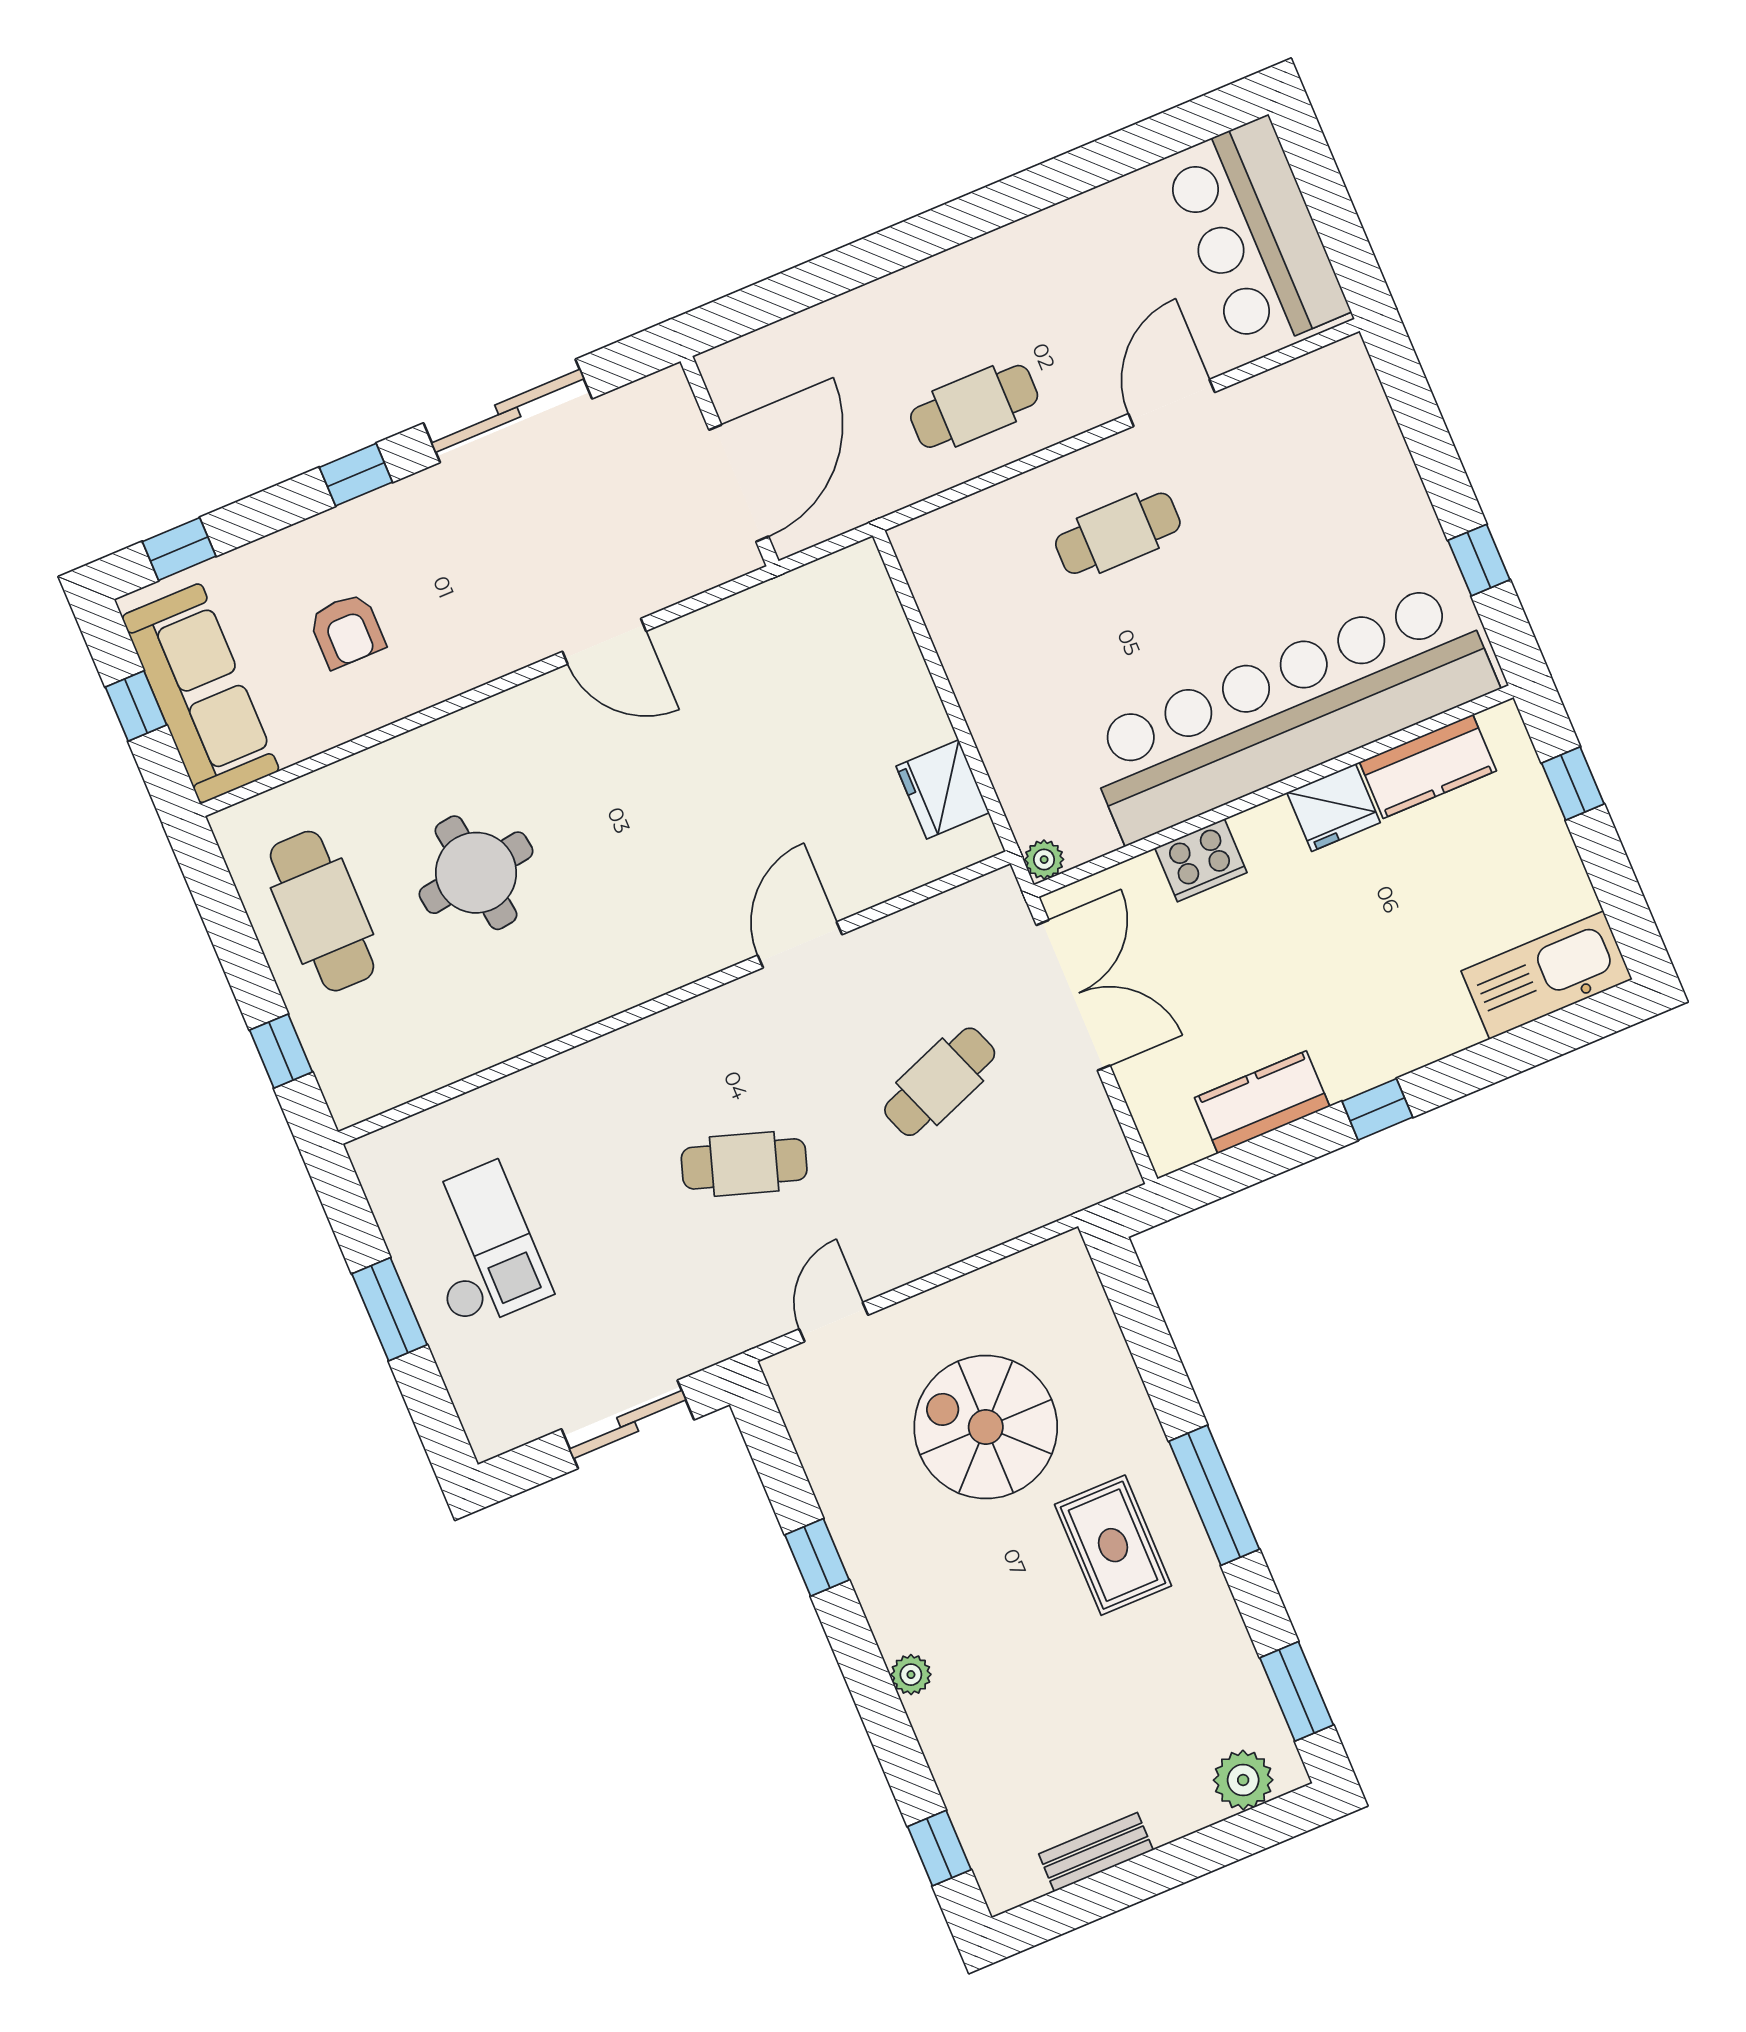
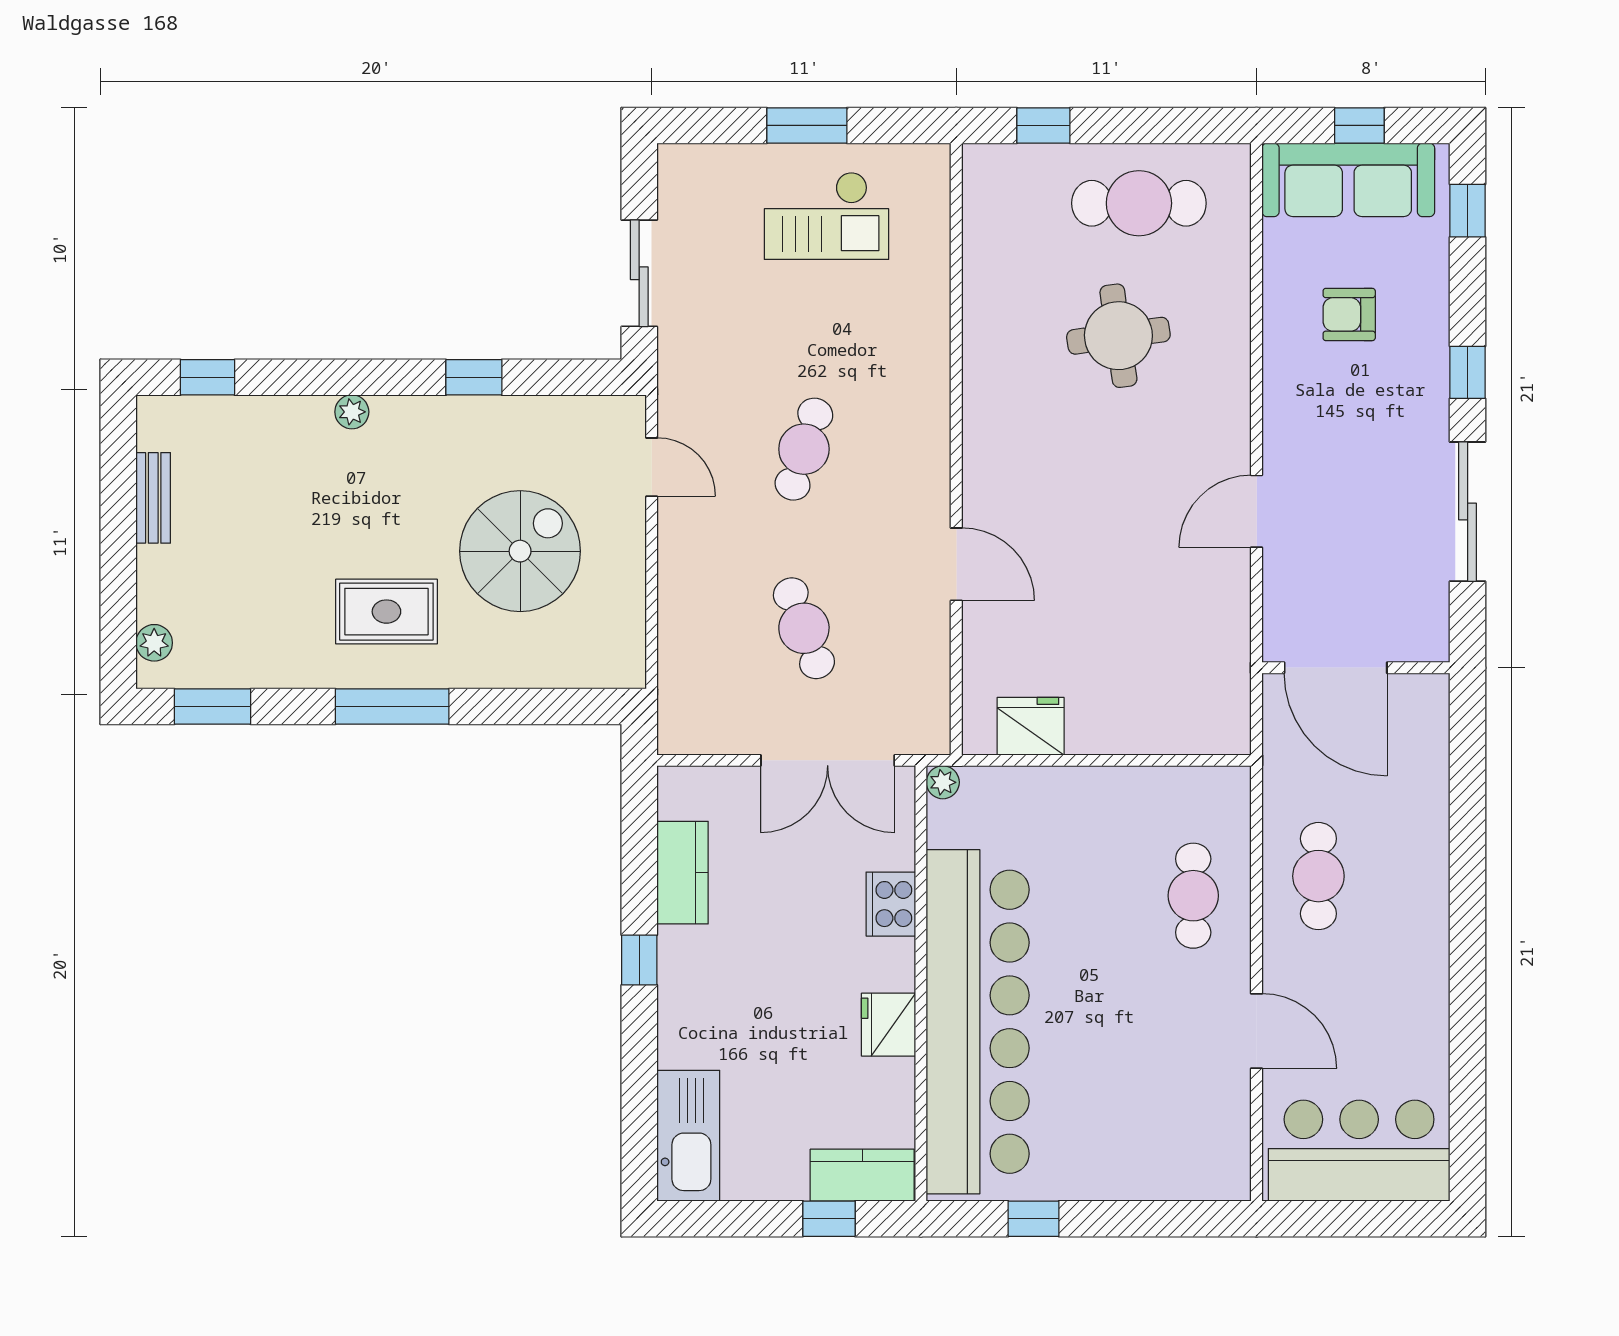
cafe table: (1118, 533) -> (1193, 896), moved
kitchen counter: (1428, 766) -> (862, 1175), moved, turned 90
plant: (1243, 1780) -> (154, 643), width x0.73, depth x0.73

